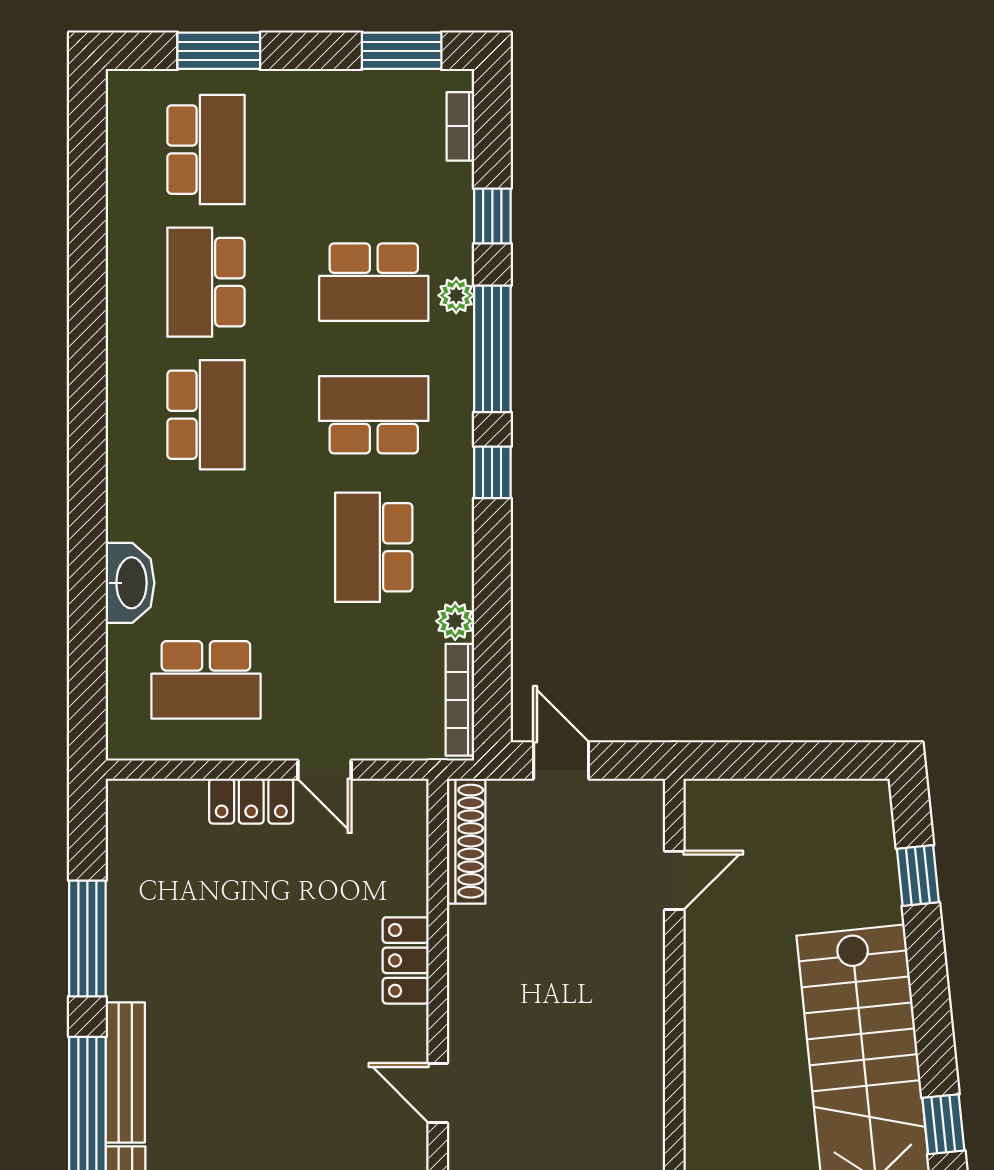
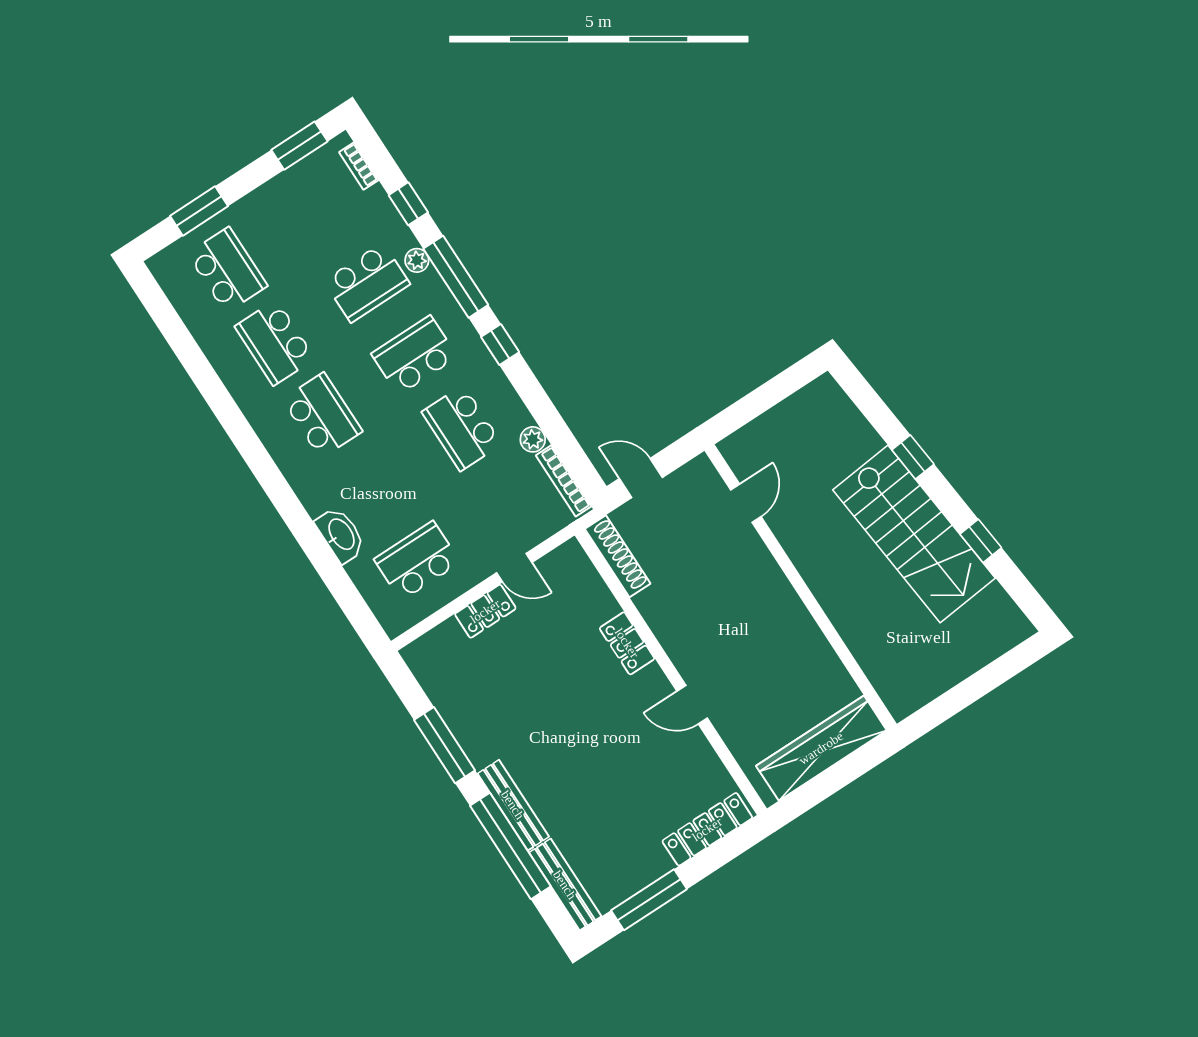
school desk: (206, 680) -> (417, 561), turned 180
window: (918, 876) -> (913, 457), moved

